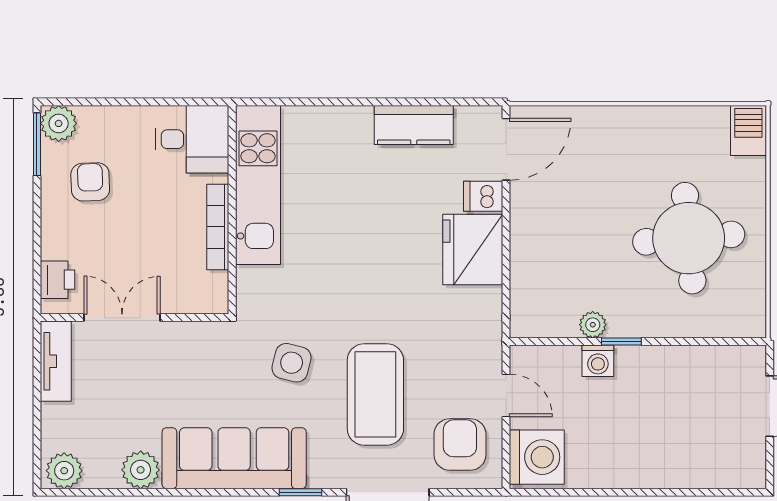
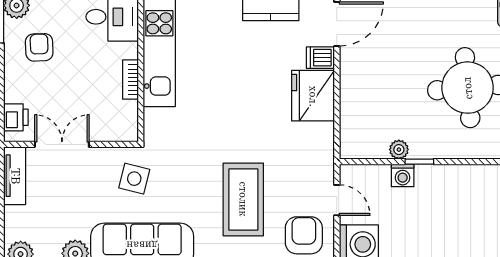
bookcase: (218, 227) -> (130, 80), width x0.64
side table: (292, 363) -> (134, 179), moved

